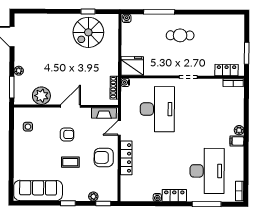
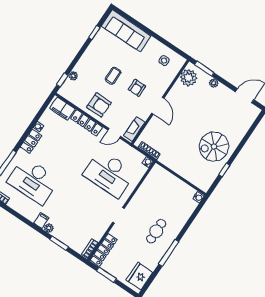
window: (159, 12) -> (169, 253), moved
spiral stairs: (88, 32) -> (214, 147), moved, turned -90
fridge: (132, 66) -> (139, 276), moved, turned 180
locker: (227, 70) -> (104, 250), width x1.53
plant: (41, 96) -> (189, 78), moved
window: (246, 112) -> (59, 243), added
door: (119, 128) -> (114, 133), swing flipped
armchair: (104, 157) -> (99, 105), turned 90
filing cabinet: (128, 187) -> (62, 109), added
sofa: (38, 190) -> (126, 31), moved, turned 90
window: (68, 203) -> (94, 33), moved

